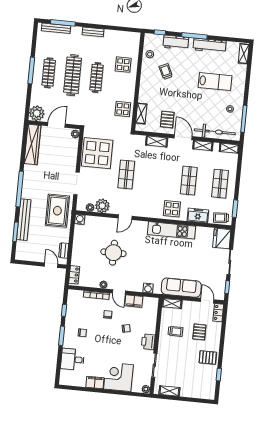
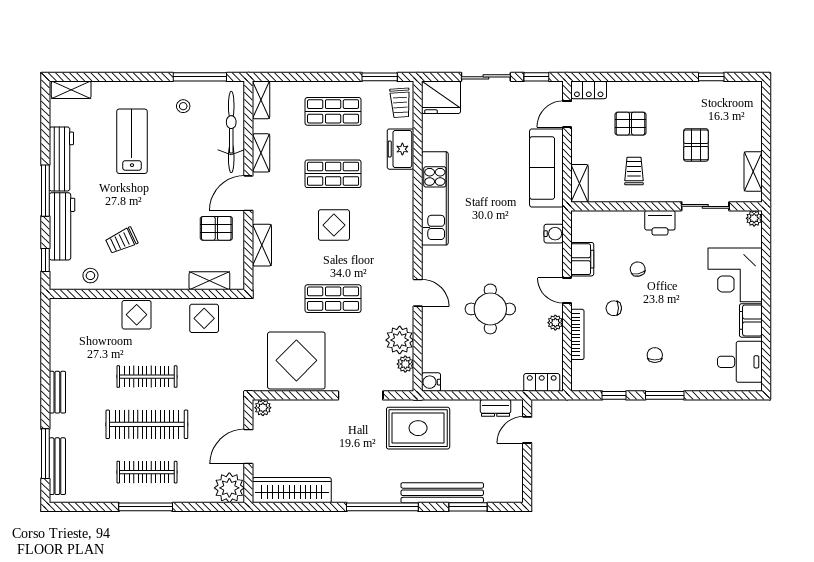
workbench: (176, 42) -> (62, 226), width x1.38
display table: (123, 65) -> (137, 315), moved
door: (56, 125) -> (248, 447), hinge flipped
display table: (172, 209) -> (334, 225), moved
door: (119, 292) -> (567, 291), swing flipped
pallet: (208, 357) -> (696, 145), moved
desk: (73, 359) -> (740, 362), moved, turned -90

